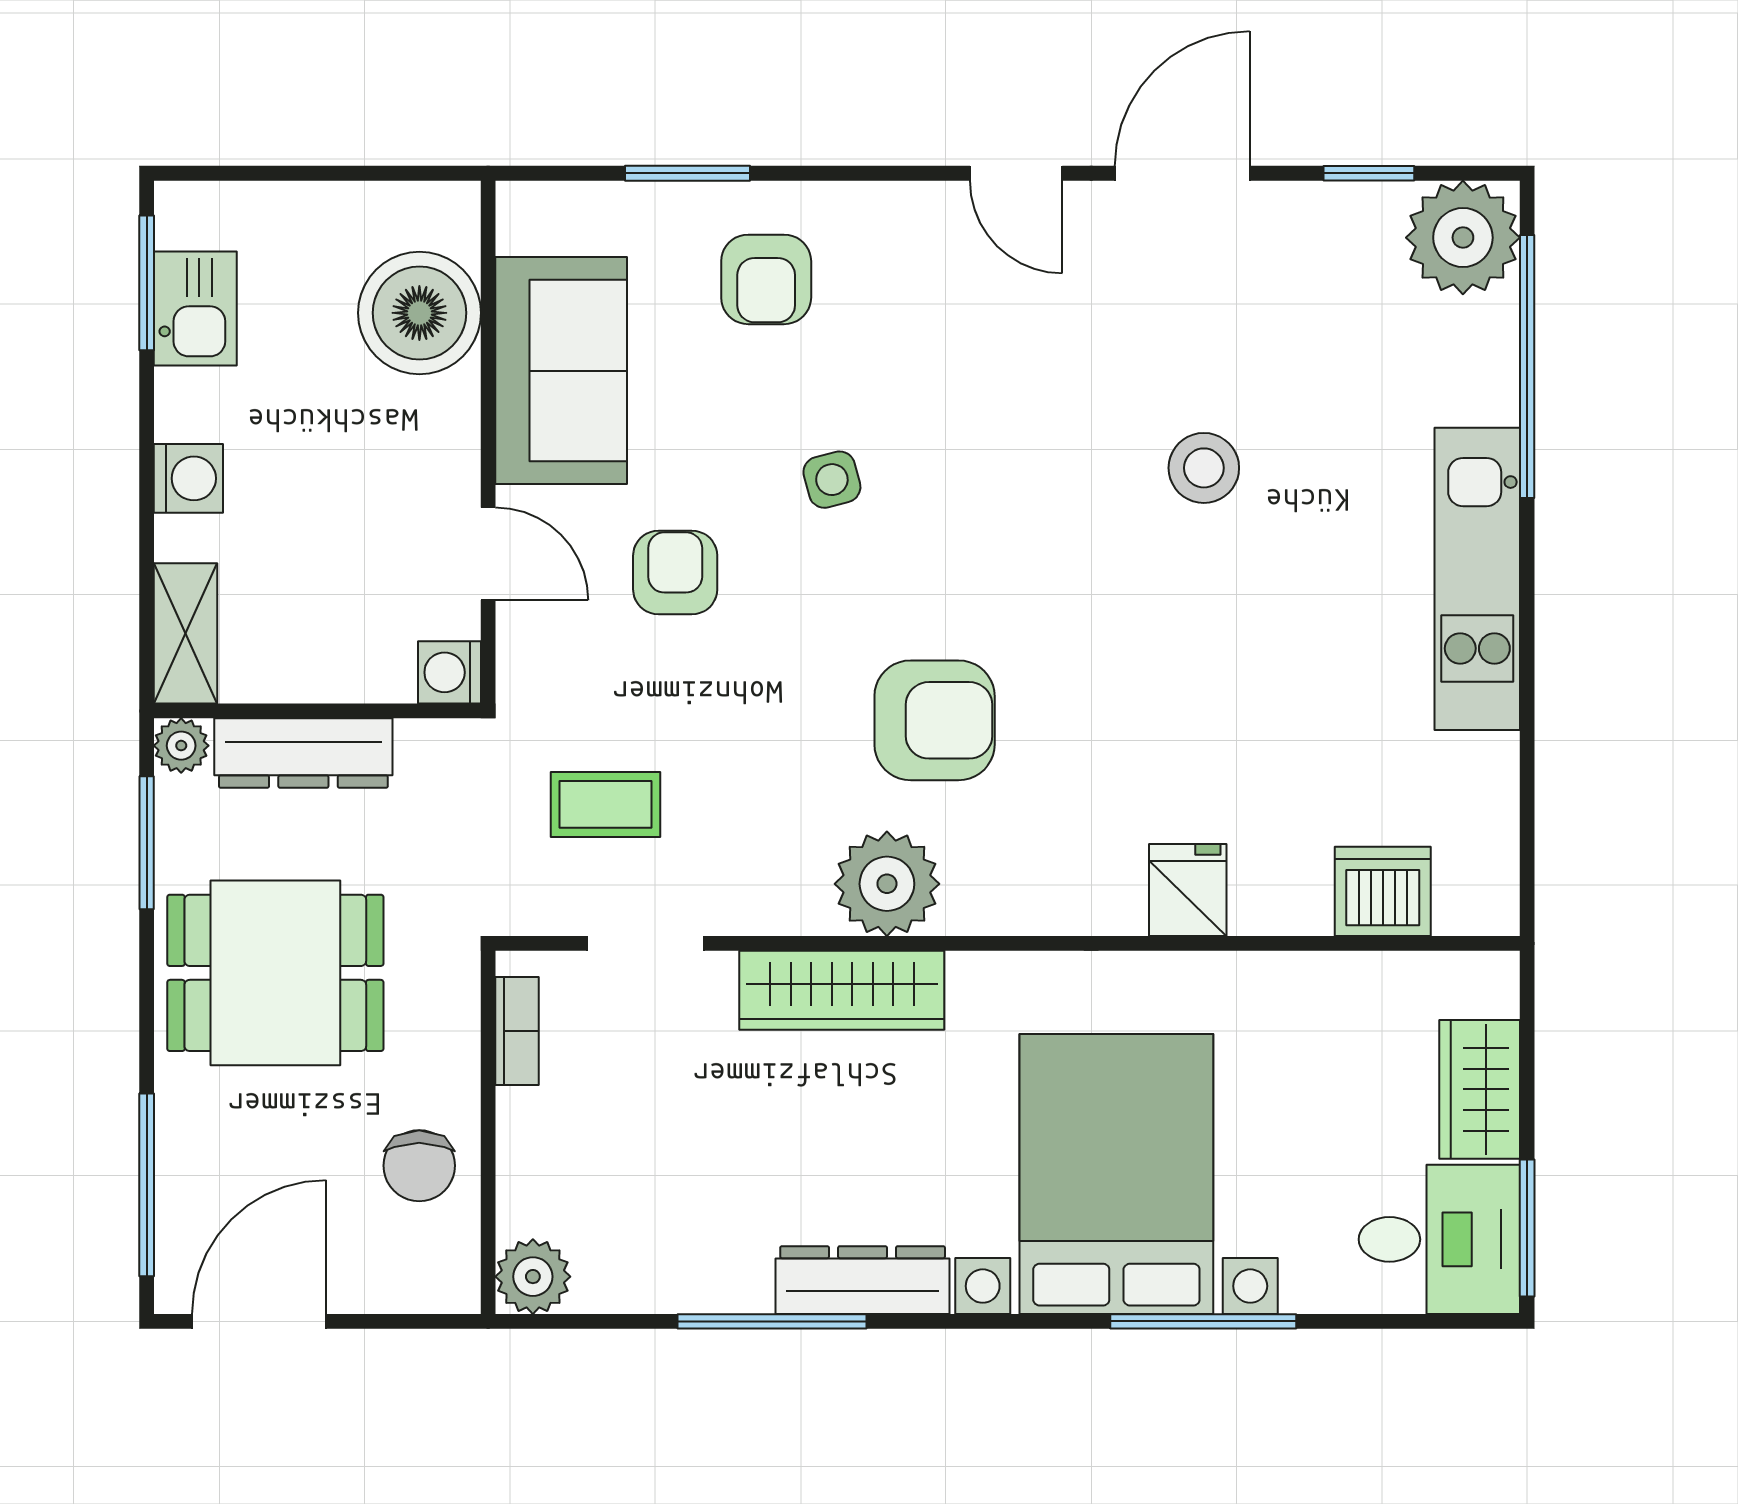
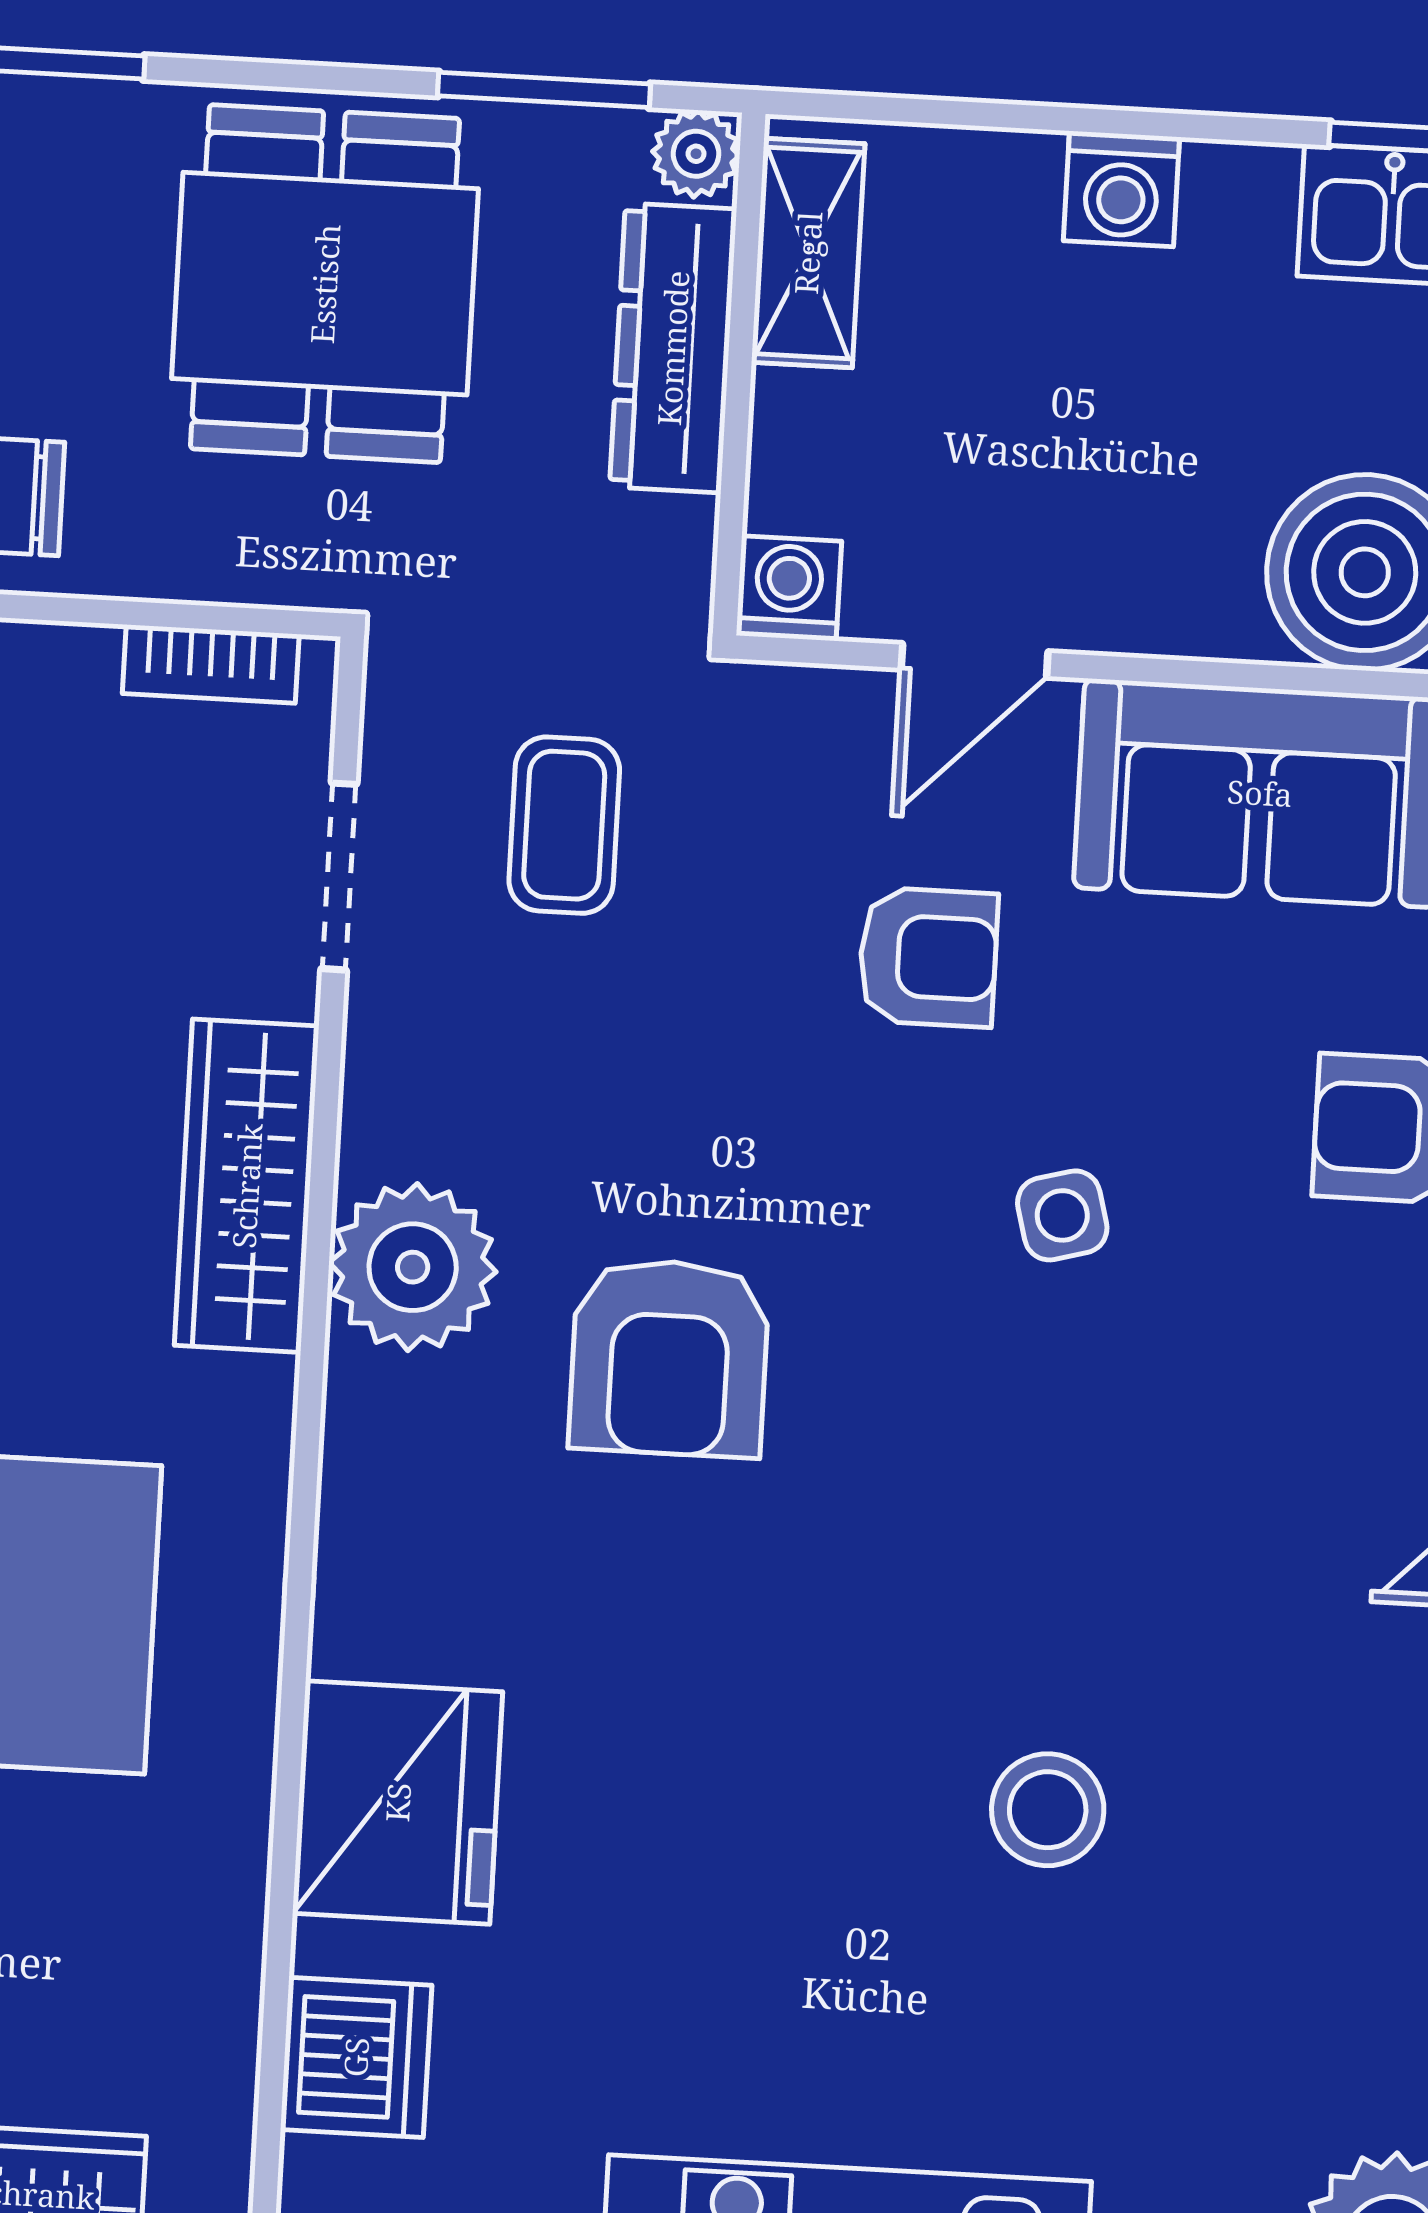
shelving: (186, 633) -> (808, 253), moved, turned 90
fridge: (1188, 890) -> (398, 1802), width x1.88, depth x1.34

